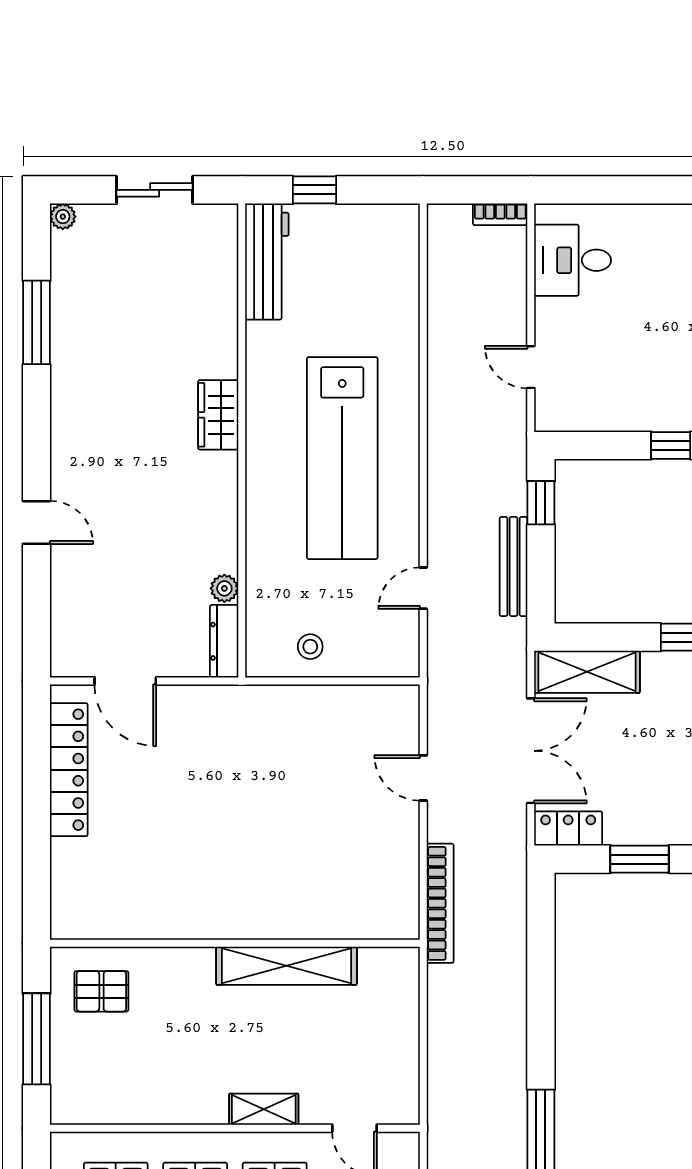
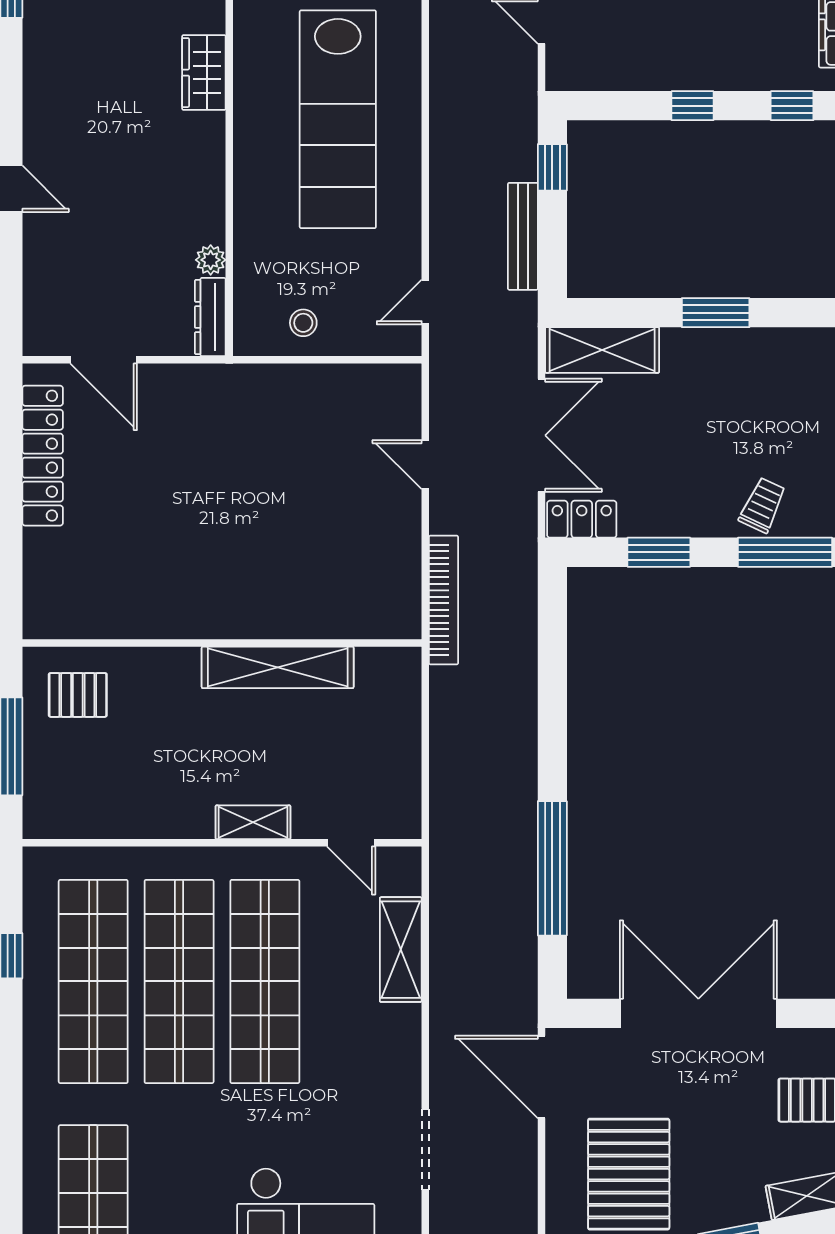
door: (423, 588) -> (425, 302), moved

